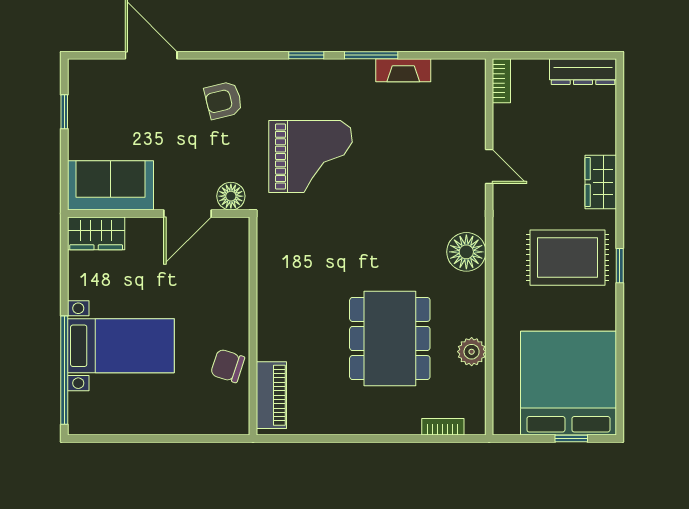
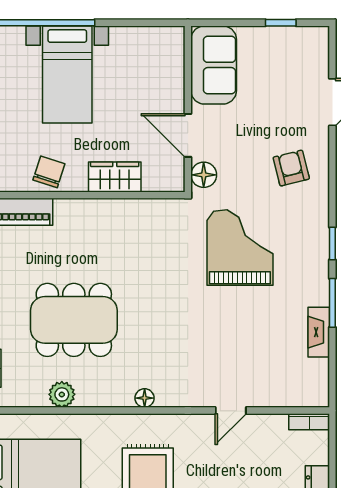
grand piano: (310, 156) -> (240, 247), turned 180
wardrobe: (96, 233) -> (115, 177), moved, turned 90
floor lamp: (466, 252) -> (145, 398), width x0.53, depth x0.53

